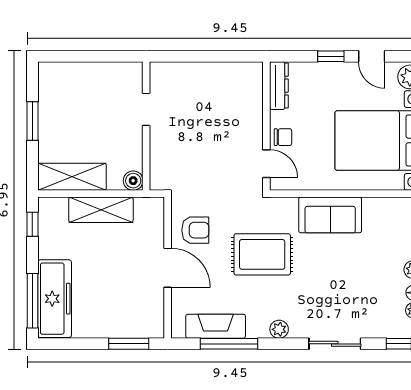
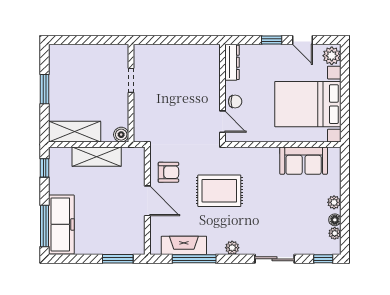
sofa: (330, 215) -> (304, 161), moved

